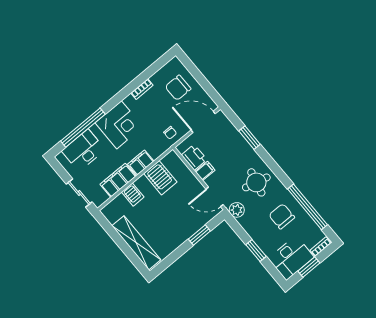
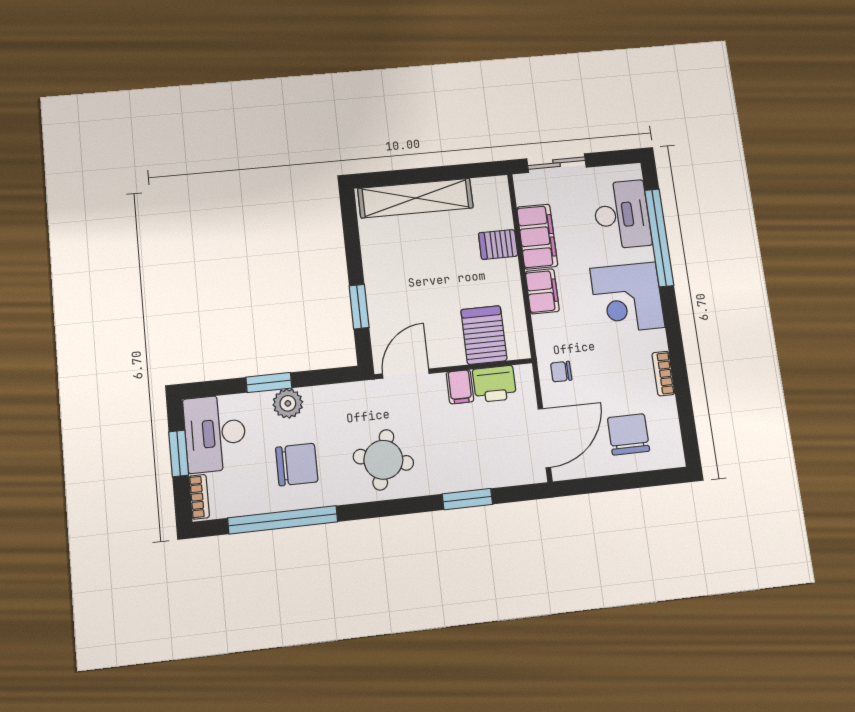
server rack: (160, 178) -> (484, 335), moved, turned 90
plant: (237, 210) -> (288, 403), moved

